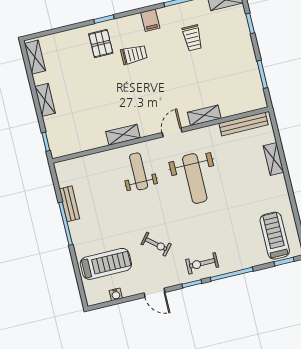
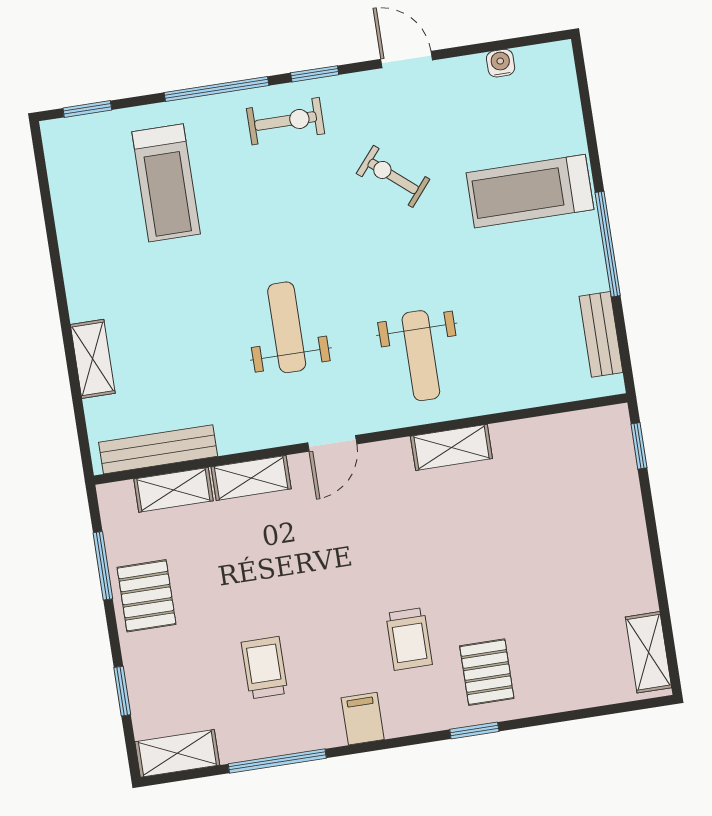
trolley: (134, 55) -> (409, 639), turned -90
pallet: (243, 63) -> (147, 596), added
shelving: (45, 100) -> (173, 490), moved, turned 90
weight bench: (195, 179) -> (287, 327), width x0.73, depth x0.75
bench: (69, 204) -> (601, 334), moved
treadmill: (275, 236) -> (166, 183), moved
treadmill: (106, 264) -> (530, 191), moved

